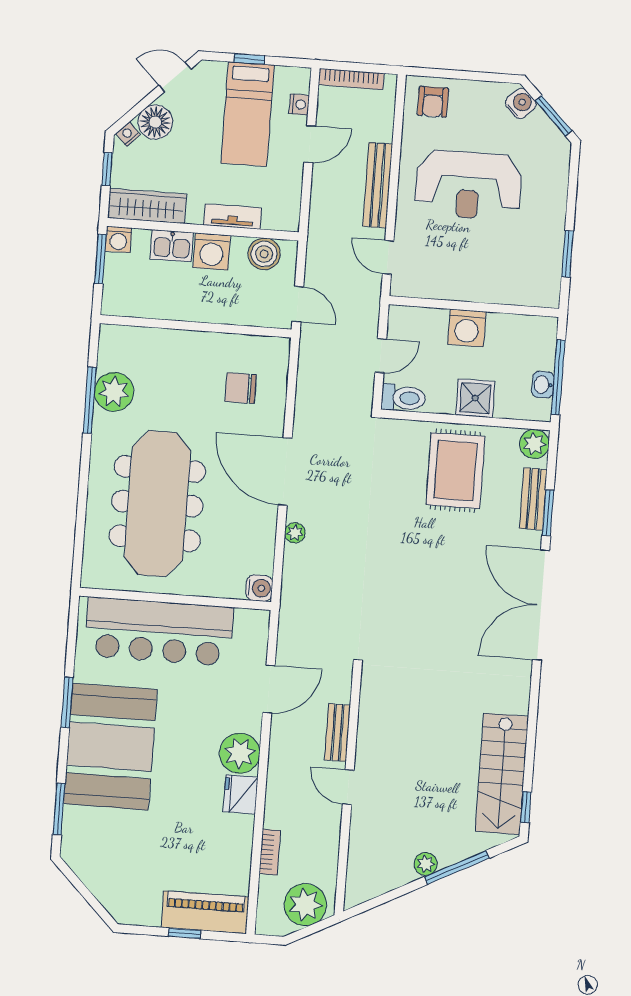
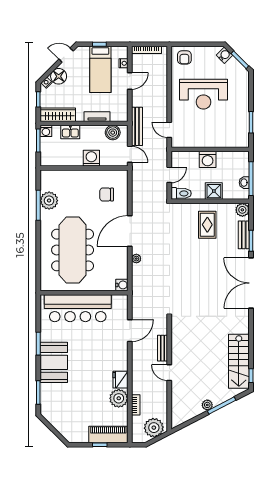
bench: (378, 185) -> (137, 126), moved
washing machine: (212, 251) -> (91, 158), moved, turned 180
rug: (455, 471) -> (207, 225), width x0.73, depth x0.70
door: (285, 472) -> (130, 231), hinge flipped
booth: (110, 747) -> (54, 362), width x0.73, depth x0.70
plant: (240, 753) -> (119, 398), moved

